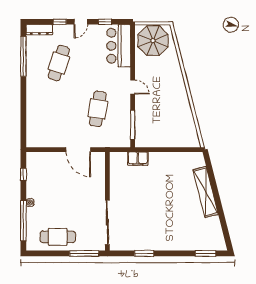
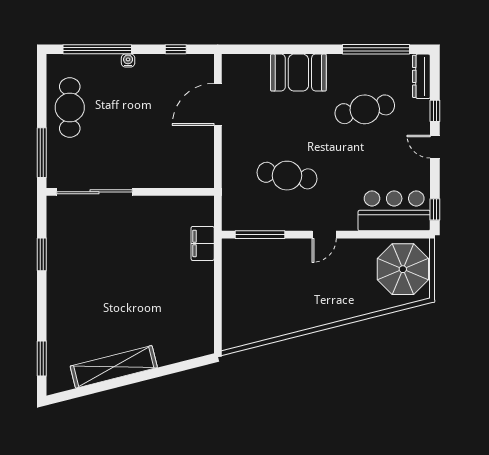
window: (105, 22) -> (435, 209), moved
cafe table: (59, 63) -> (365, 109), turned -30
booth: (37, 102) -> (298, 73), added
door: (78, 150) -> (218, 104), moved
shelving: (206, 192) -> (114, 367), moved

